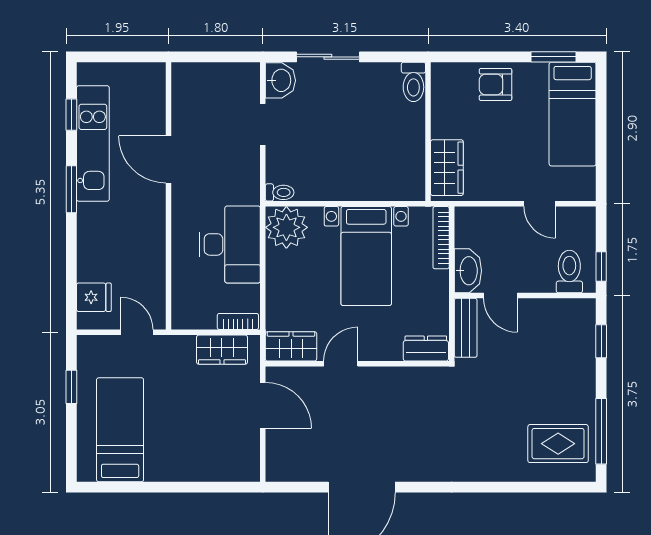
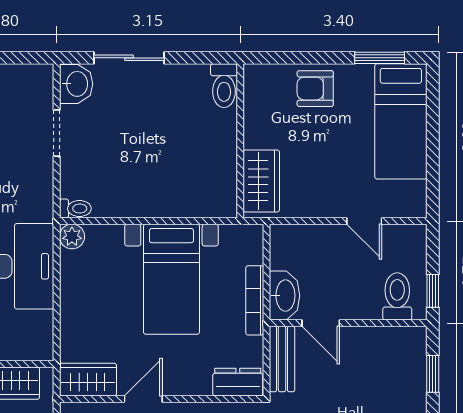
plant: (286, 227) -> (72, 236), width x0.53, depth x0.53
bookcase: (441, 238) -> (255, 300), moved
bookcase: (238, 321) -> (29, 352), removed

